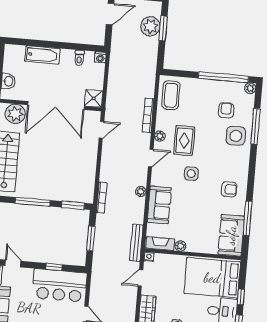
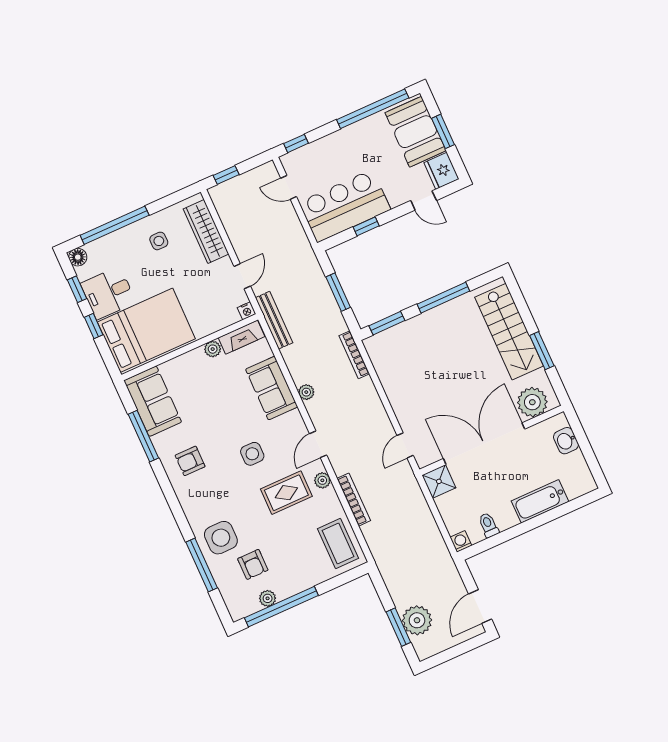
plant: (250, 88) -> (268, 598), moved
rug: (184, 141) -> (286, 493), turned 90

